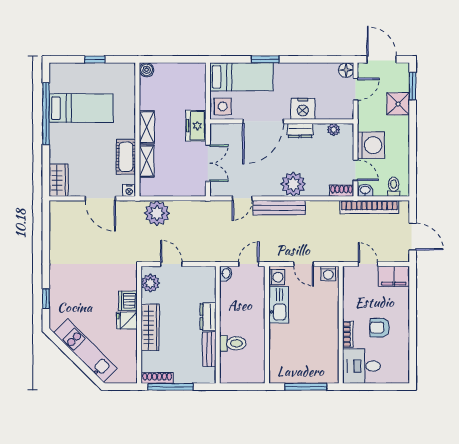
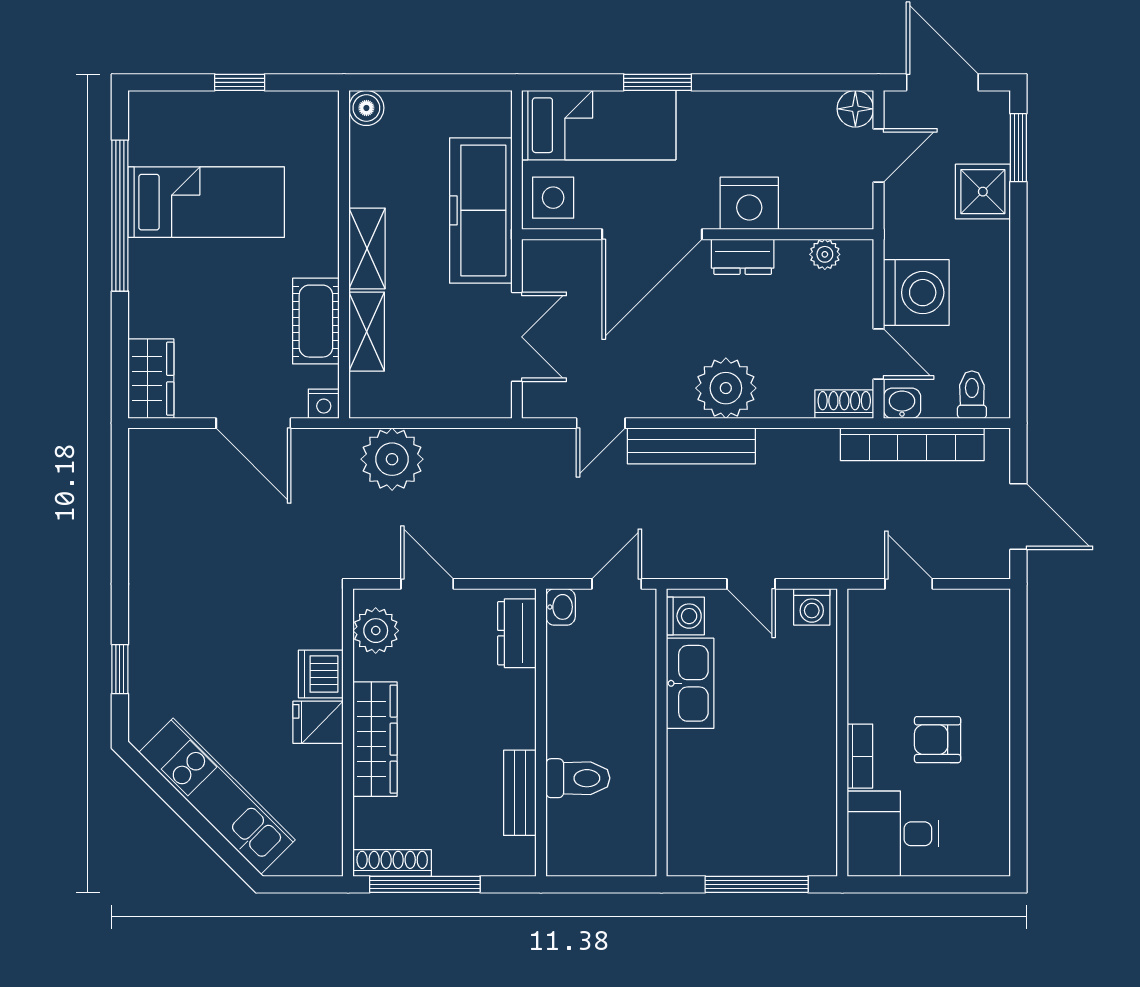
freezer: (196, 126) -> (481, 210), width x1.91, depth x1.26
filing cabinet: (394, 276) -> (972, 614), removed
dresser: (208, 317) -> (517, 633), moved

